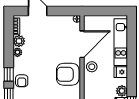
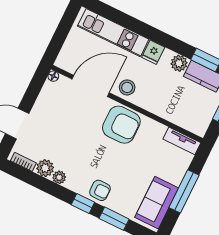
door: (82, 44) -> (91, 86), hinge flipped
armchair: (68, 74) -> (121, 125), turned -90

